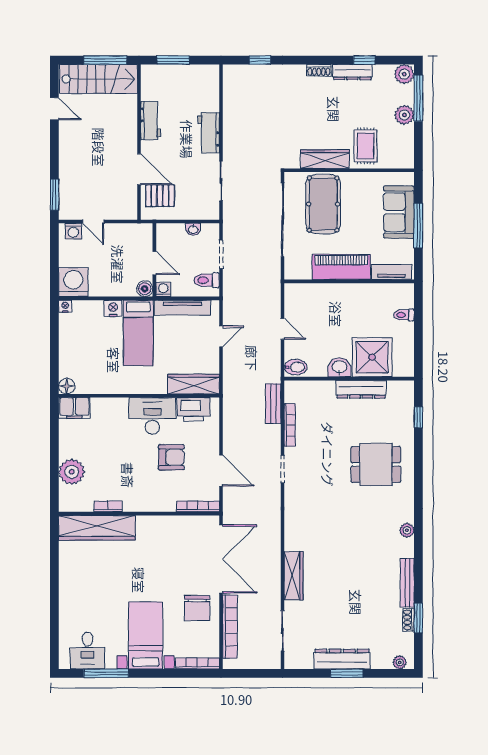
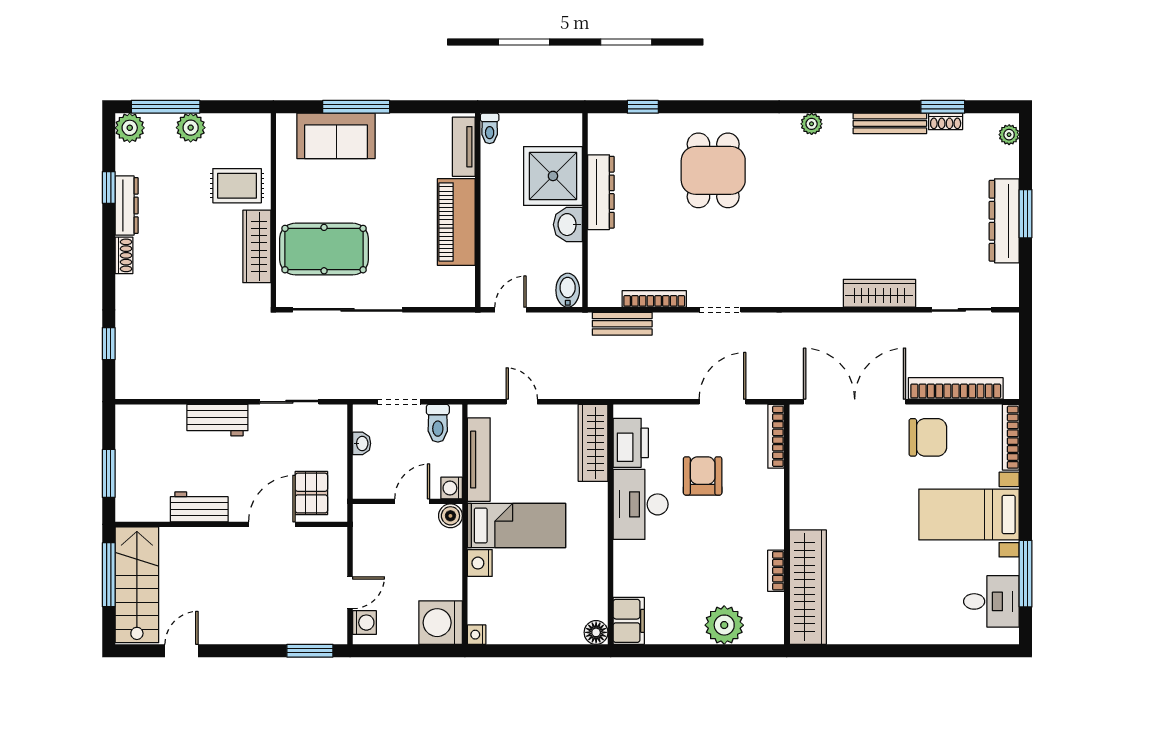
piano: (341, 267) -> (456, 222), moved
tv unit: (392, 272) -> (464, 147), moved
wall: (349, 281) -> (478, 210), moved

